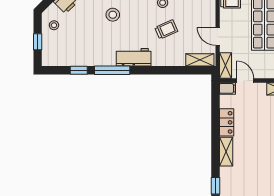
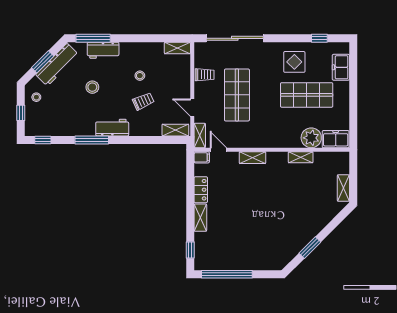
window: (79, 70) -> (43, 140), moved

